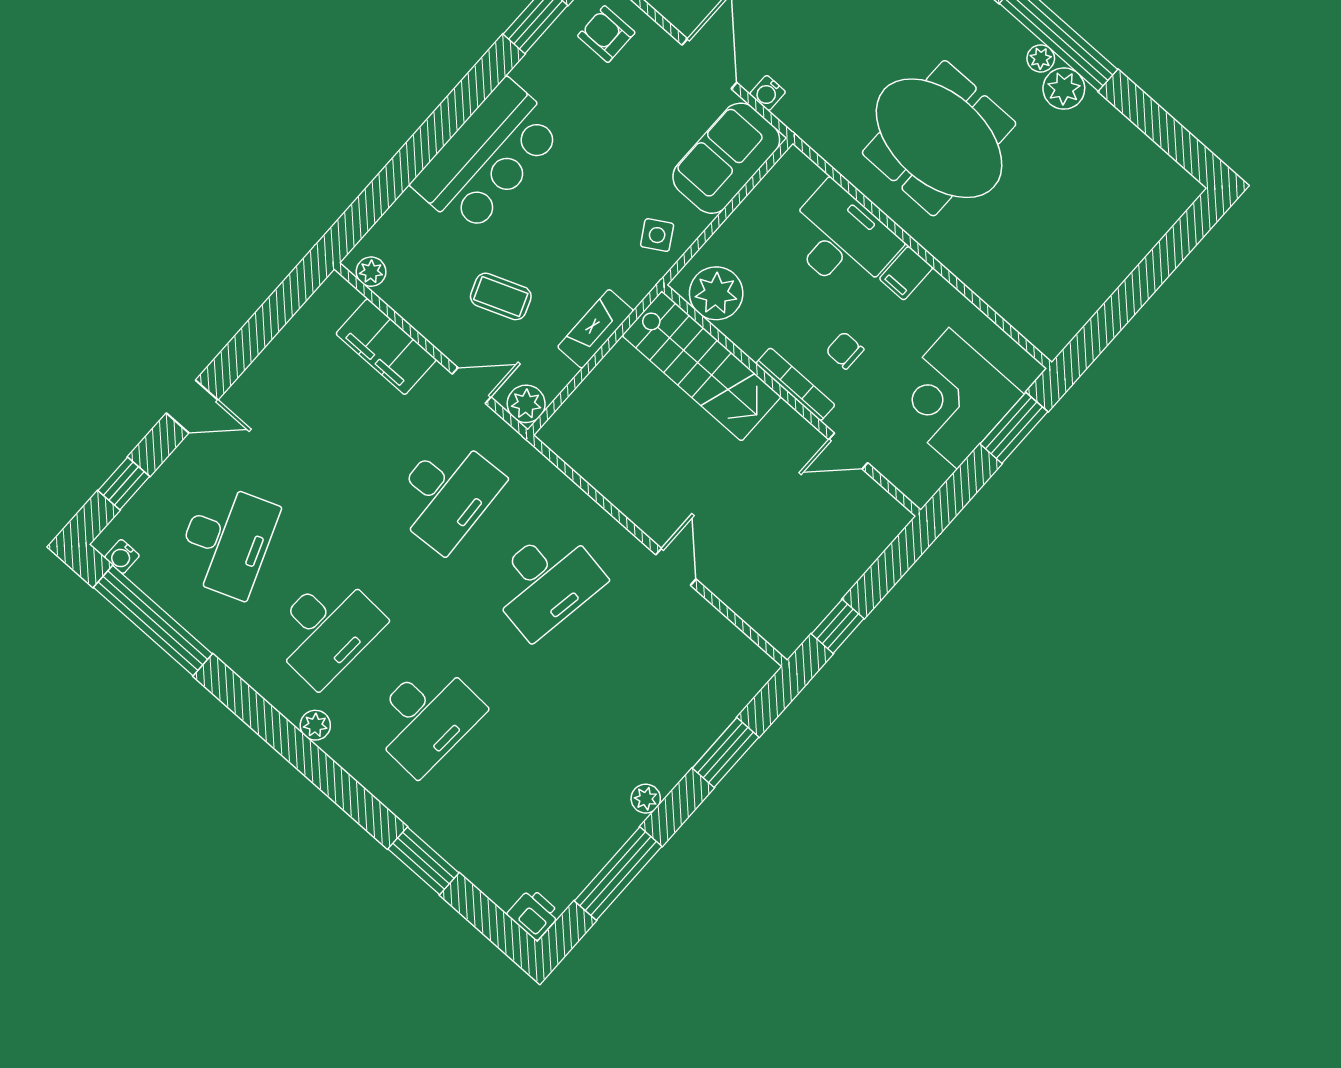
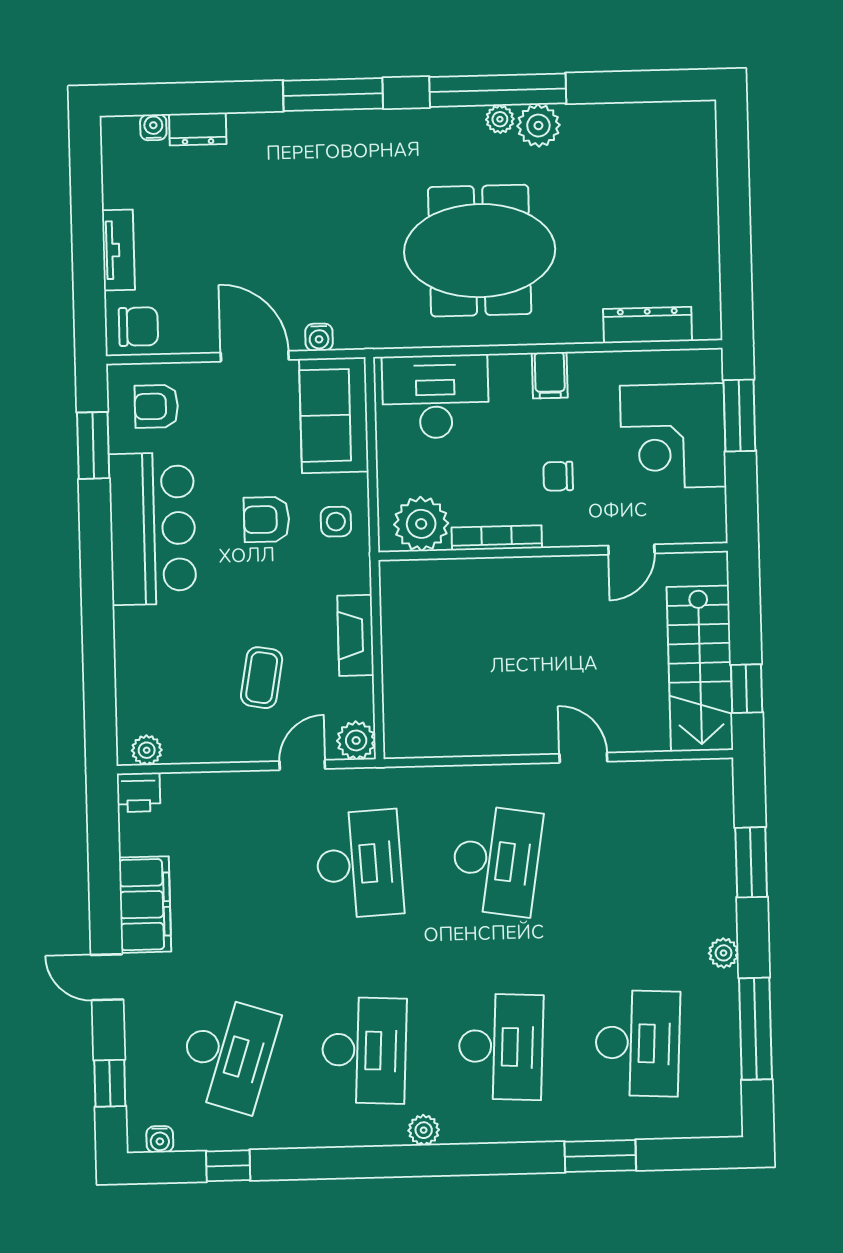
bar counter: (488, 157) -> (152, 529), moved
armchair: (609, 188) -> (267, 519), added
side table: (657, 235) -> (336, 522), turned 31
desk: (841, 240) -> (435, 397), moved
coffee table: (501, 296) -> (262, 678), turned -59
dresser: (1009, 302) -> (648, 325), added
filing cabinet: (386, 347) -> (145, 905), moved, turned -90
stairs: (702, 366) -> (700, 668), moved, turned 90
bookcase: (795, 384) -> (497, 538), moved
door: (192, 406) -> (107, 977), swing flipped
desk: (227, 541) -> (227, 1054), turned 39
window: (153, 621) -> (228, 1166), width x0.32
desk: (525, 805) -> (638, 1043), added
printer: (534, 914) -> (139, 792), moved, turned 180

